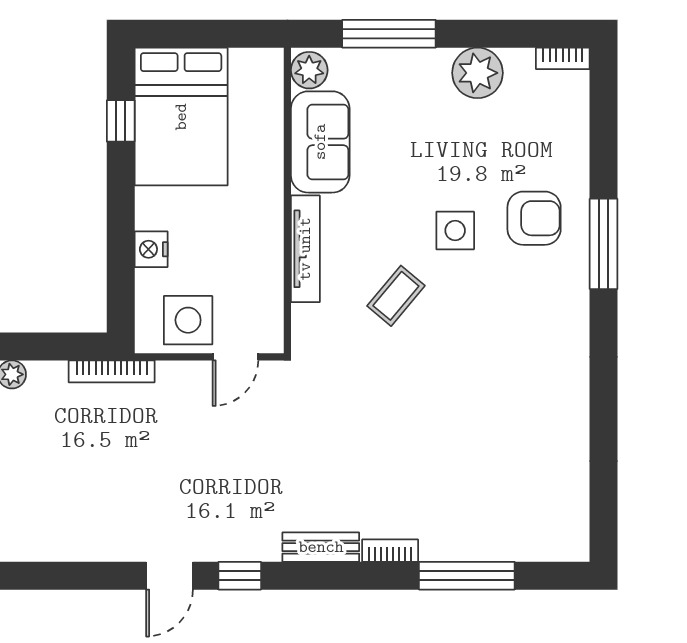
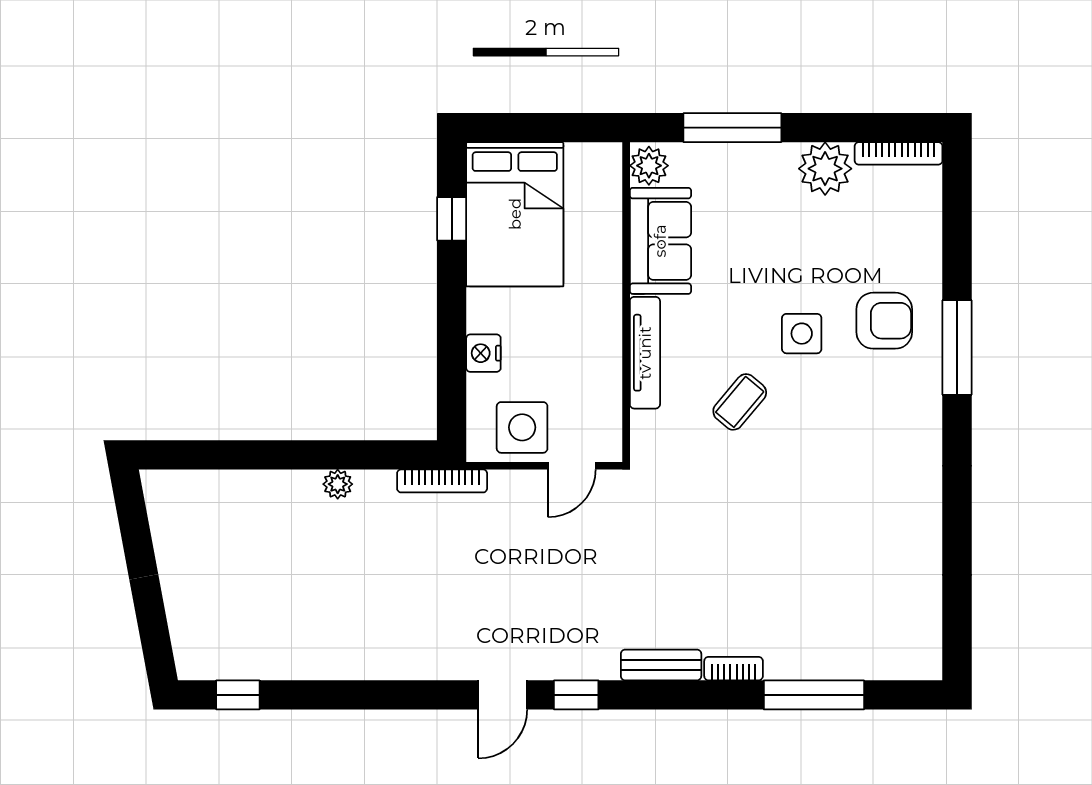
bookcase: (563, 58) -> (899, 153), width x1.56

